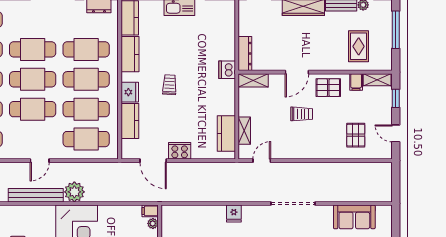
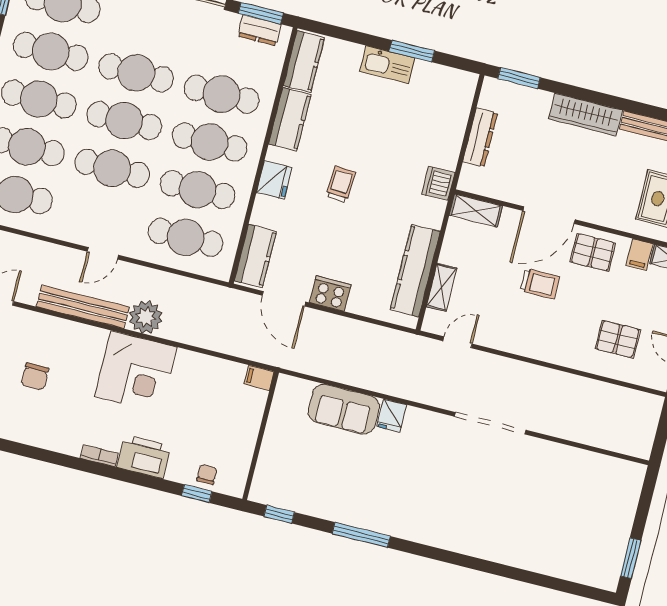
dresser: (245, 54) -> (480, 137), moved
door: (297, 72) -> (549, 215), width x1.36
kitchen counter: (130, 121) -> (255, 256), moved
kitchen counter: (226, 134) -> (415, 270), width x1.50
pallet: (356, 135) -> (618, 339), turned 90
sofa: (354, 217) -> (344, 409), moved
plant: (153, 223) -> (258, 399), removed

